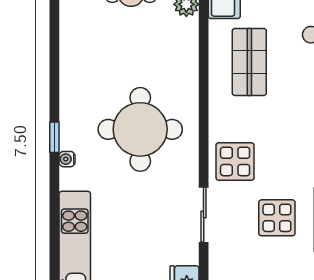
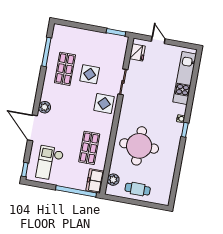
round table: (140, 129) -> (139, 146), moved

